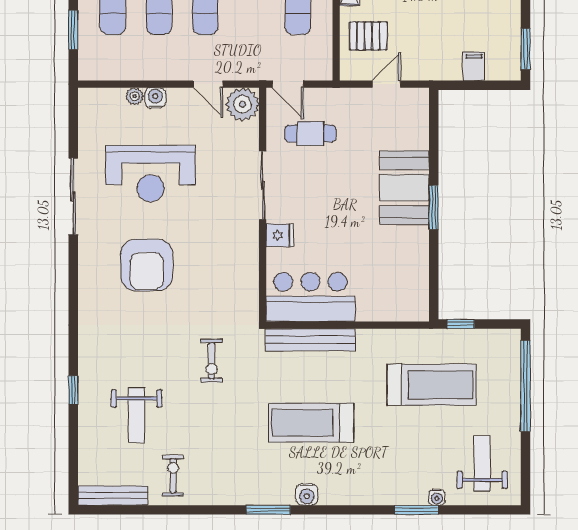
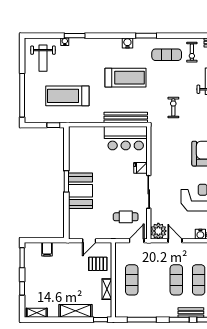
door: (288, 84) -> (137, 241), hinge flipped
exercise mat: (225, 470) -> (167, 55), added

